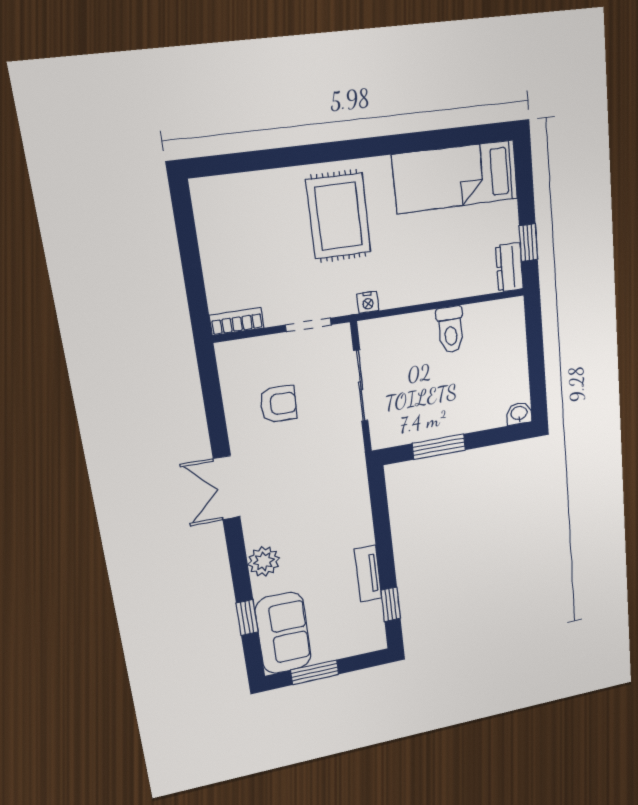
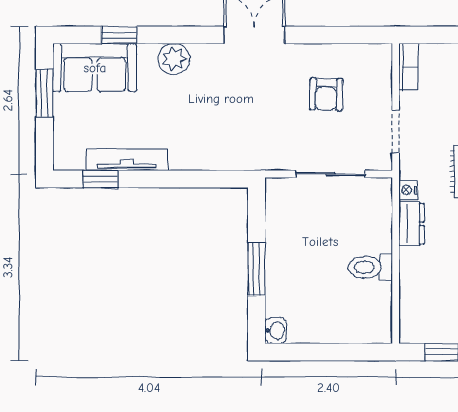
dresser: (509, 267) -> (411, 224), moved, turned 90
window: (439, 447) -> (257, 269), moved
tv unit: (368, 574) -> (127, 160), width x1.41

